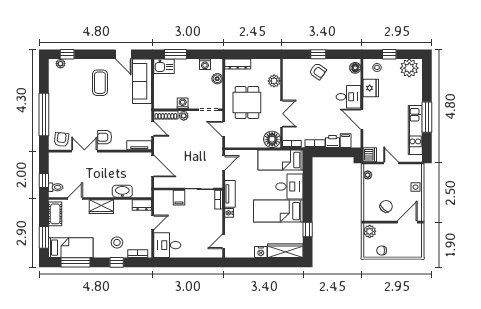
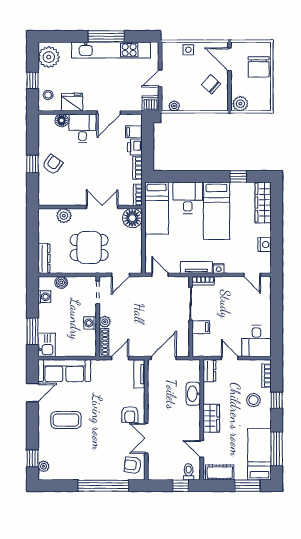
floor lamp: (355, 68) -> (62, 120), moved
kitchen unit: (415, 130) -> (111, 50), width x1.36
chair: (382, 250) -> (259, 67), moved, width x1.87, depth x1.87
nightstand: (261, 252) -> (265, 245), moved

